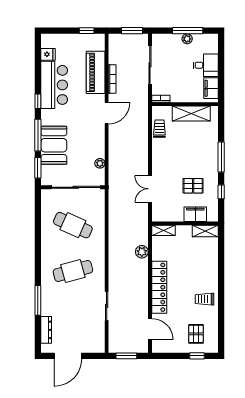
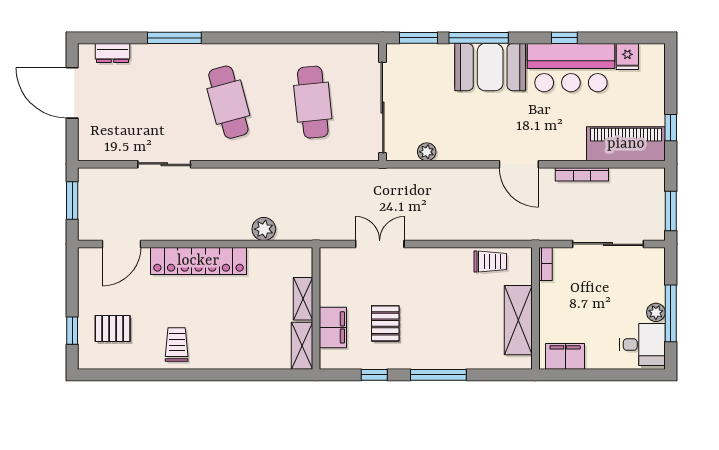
desk: (206, 65) -> (642, 345), moved, turned -90
piano: (96, 72) -> (626, 144), moved
window: (38, 101) -> (564, 38), moved
booth: (54, 145) -> (490, 67), moved
cafe table: (73, 225) -> (313, 102), turned -30
shelving: (163, 230) -> (303, 299), moved
dresser: (46, 330) -> (112, 53), width x0.70

